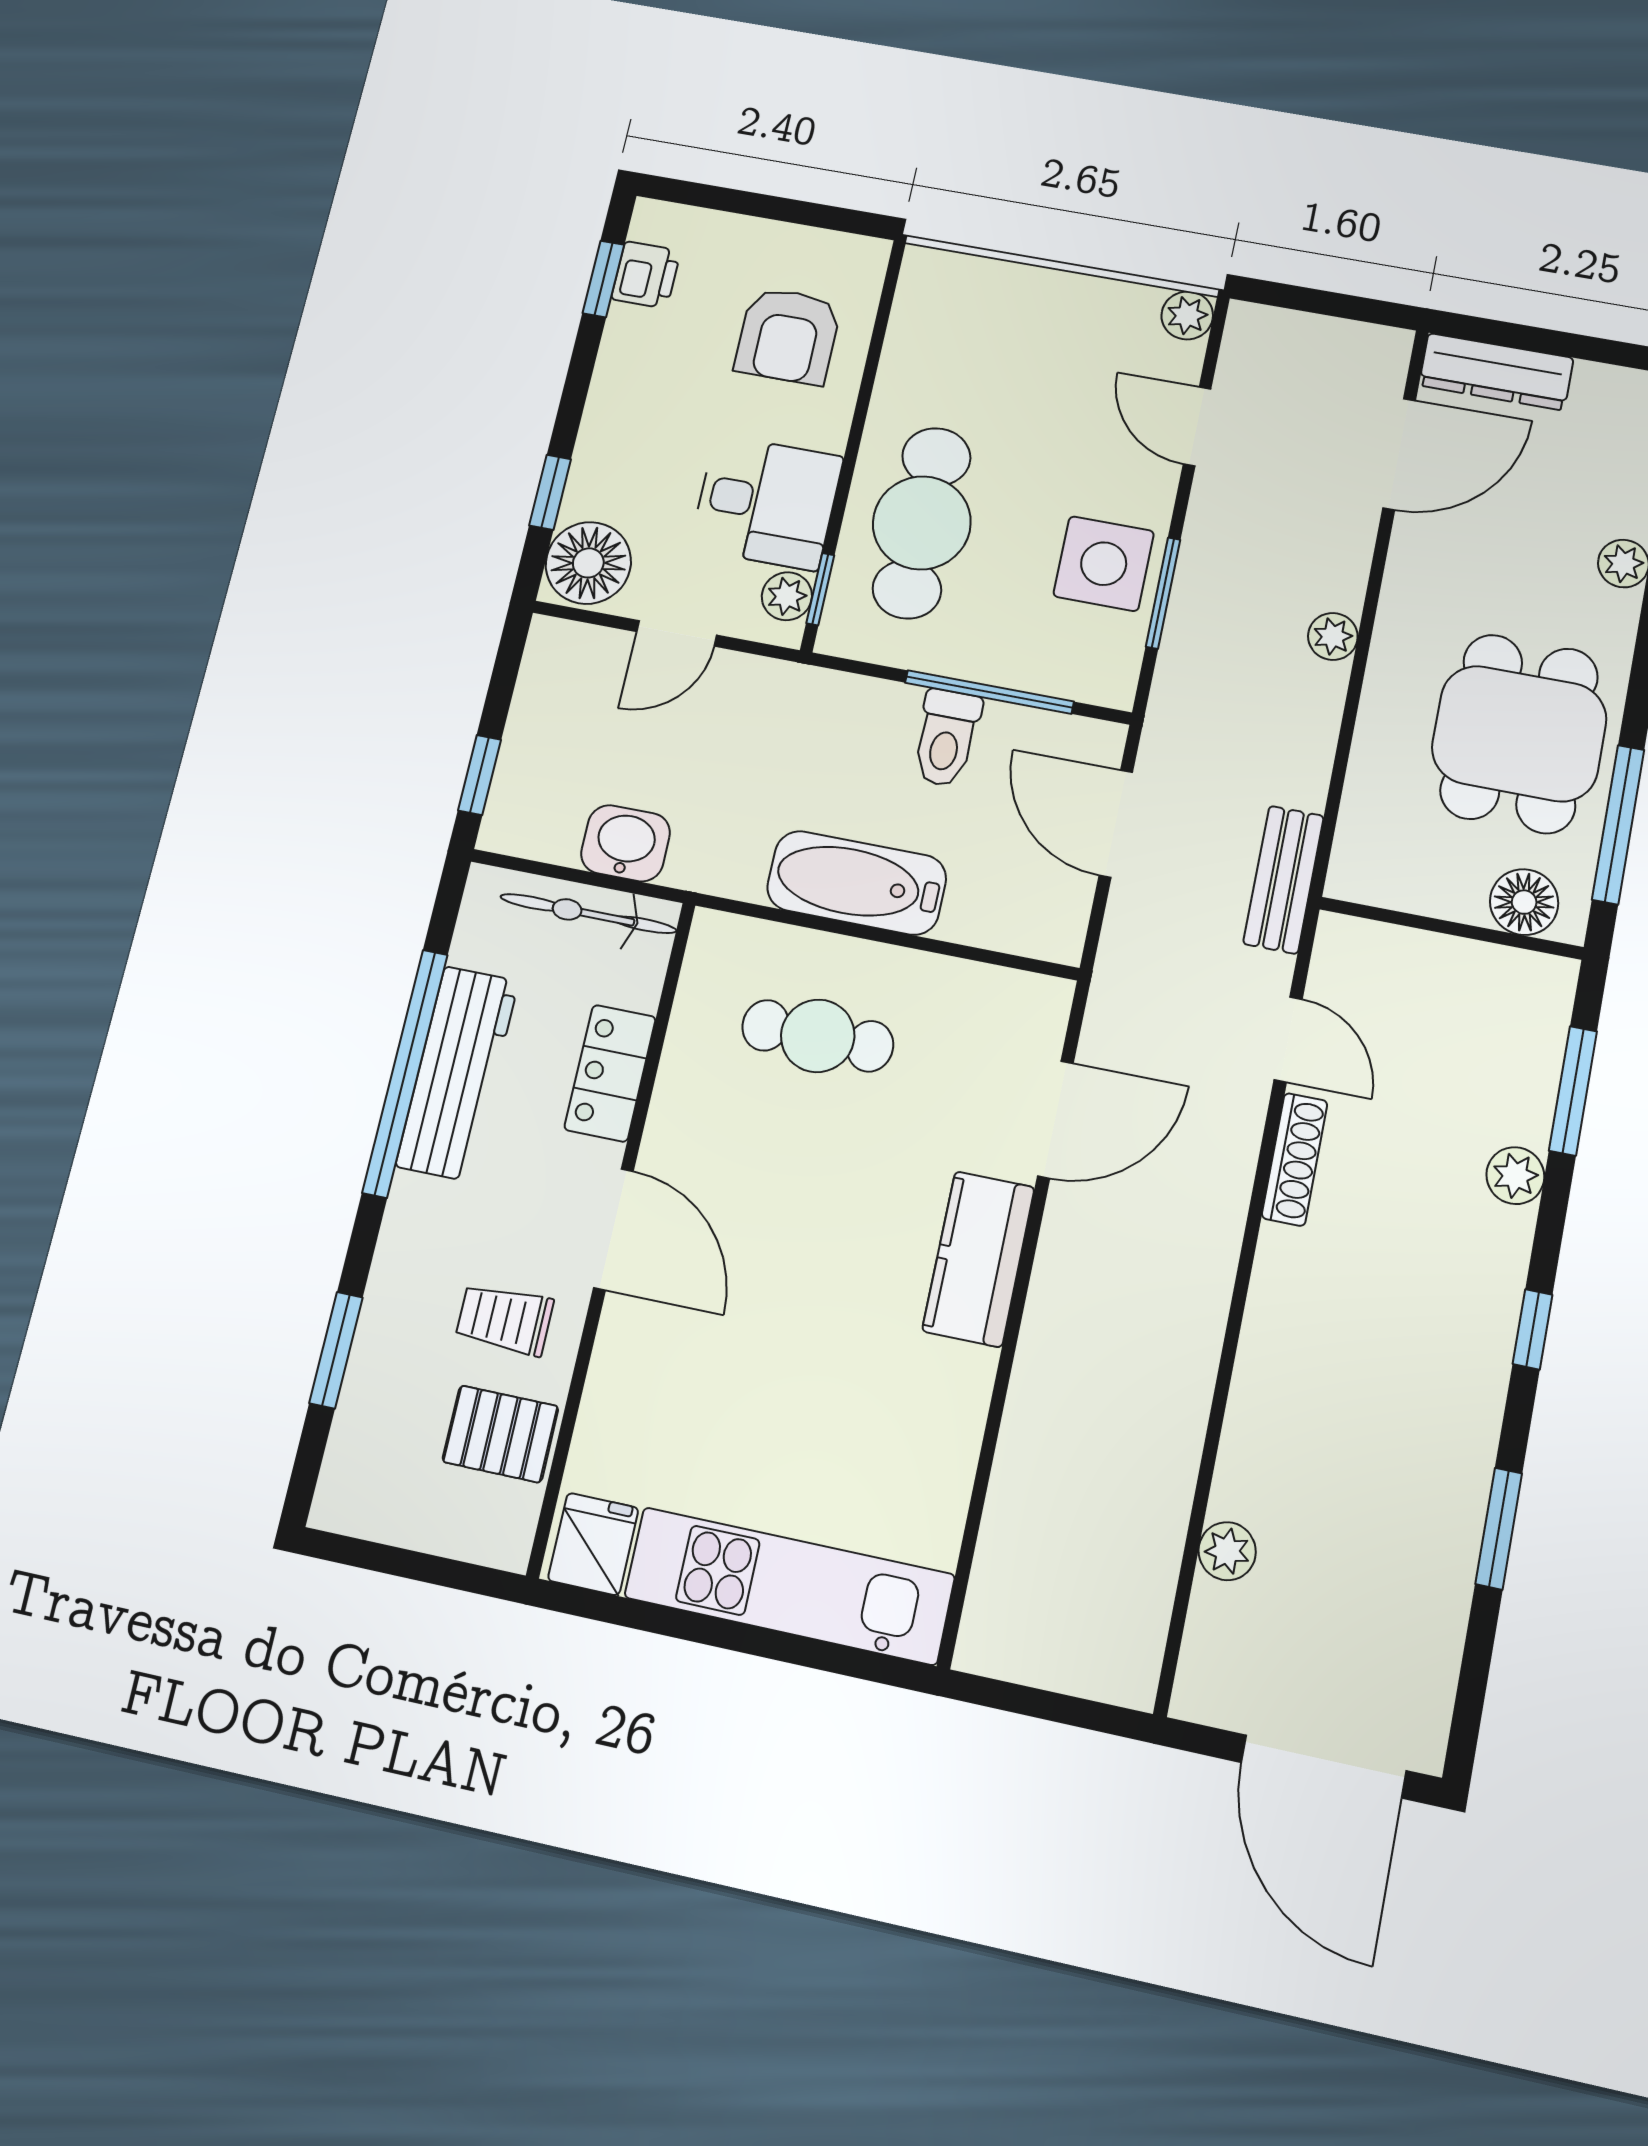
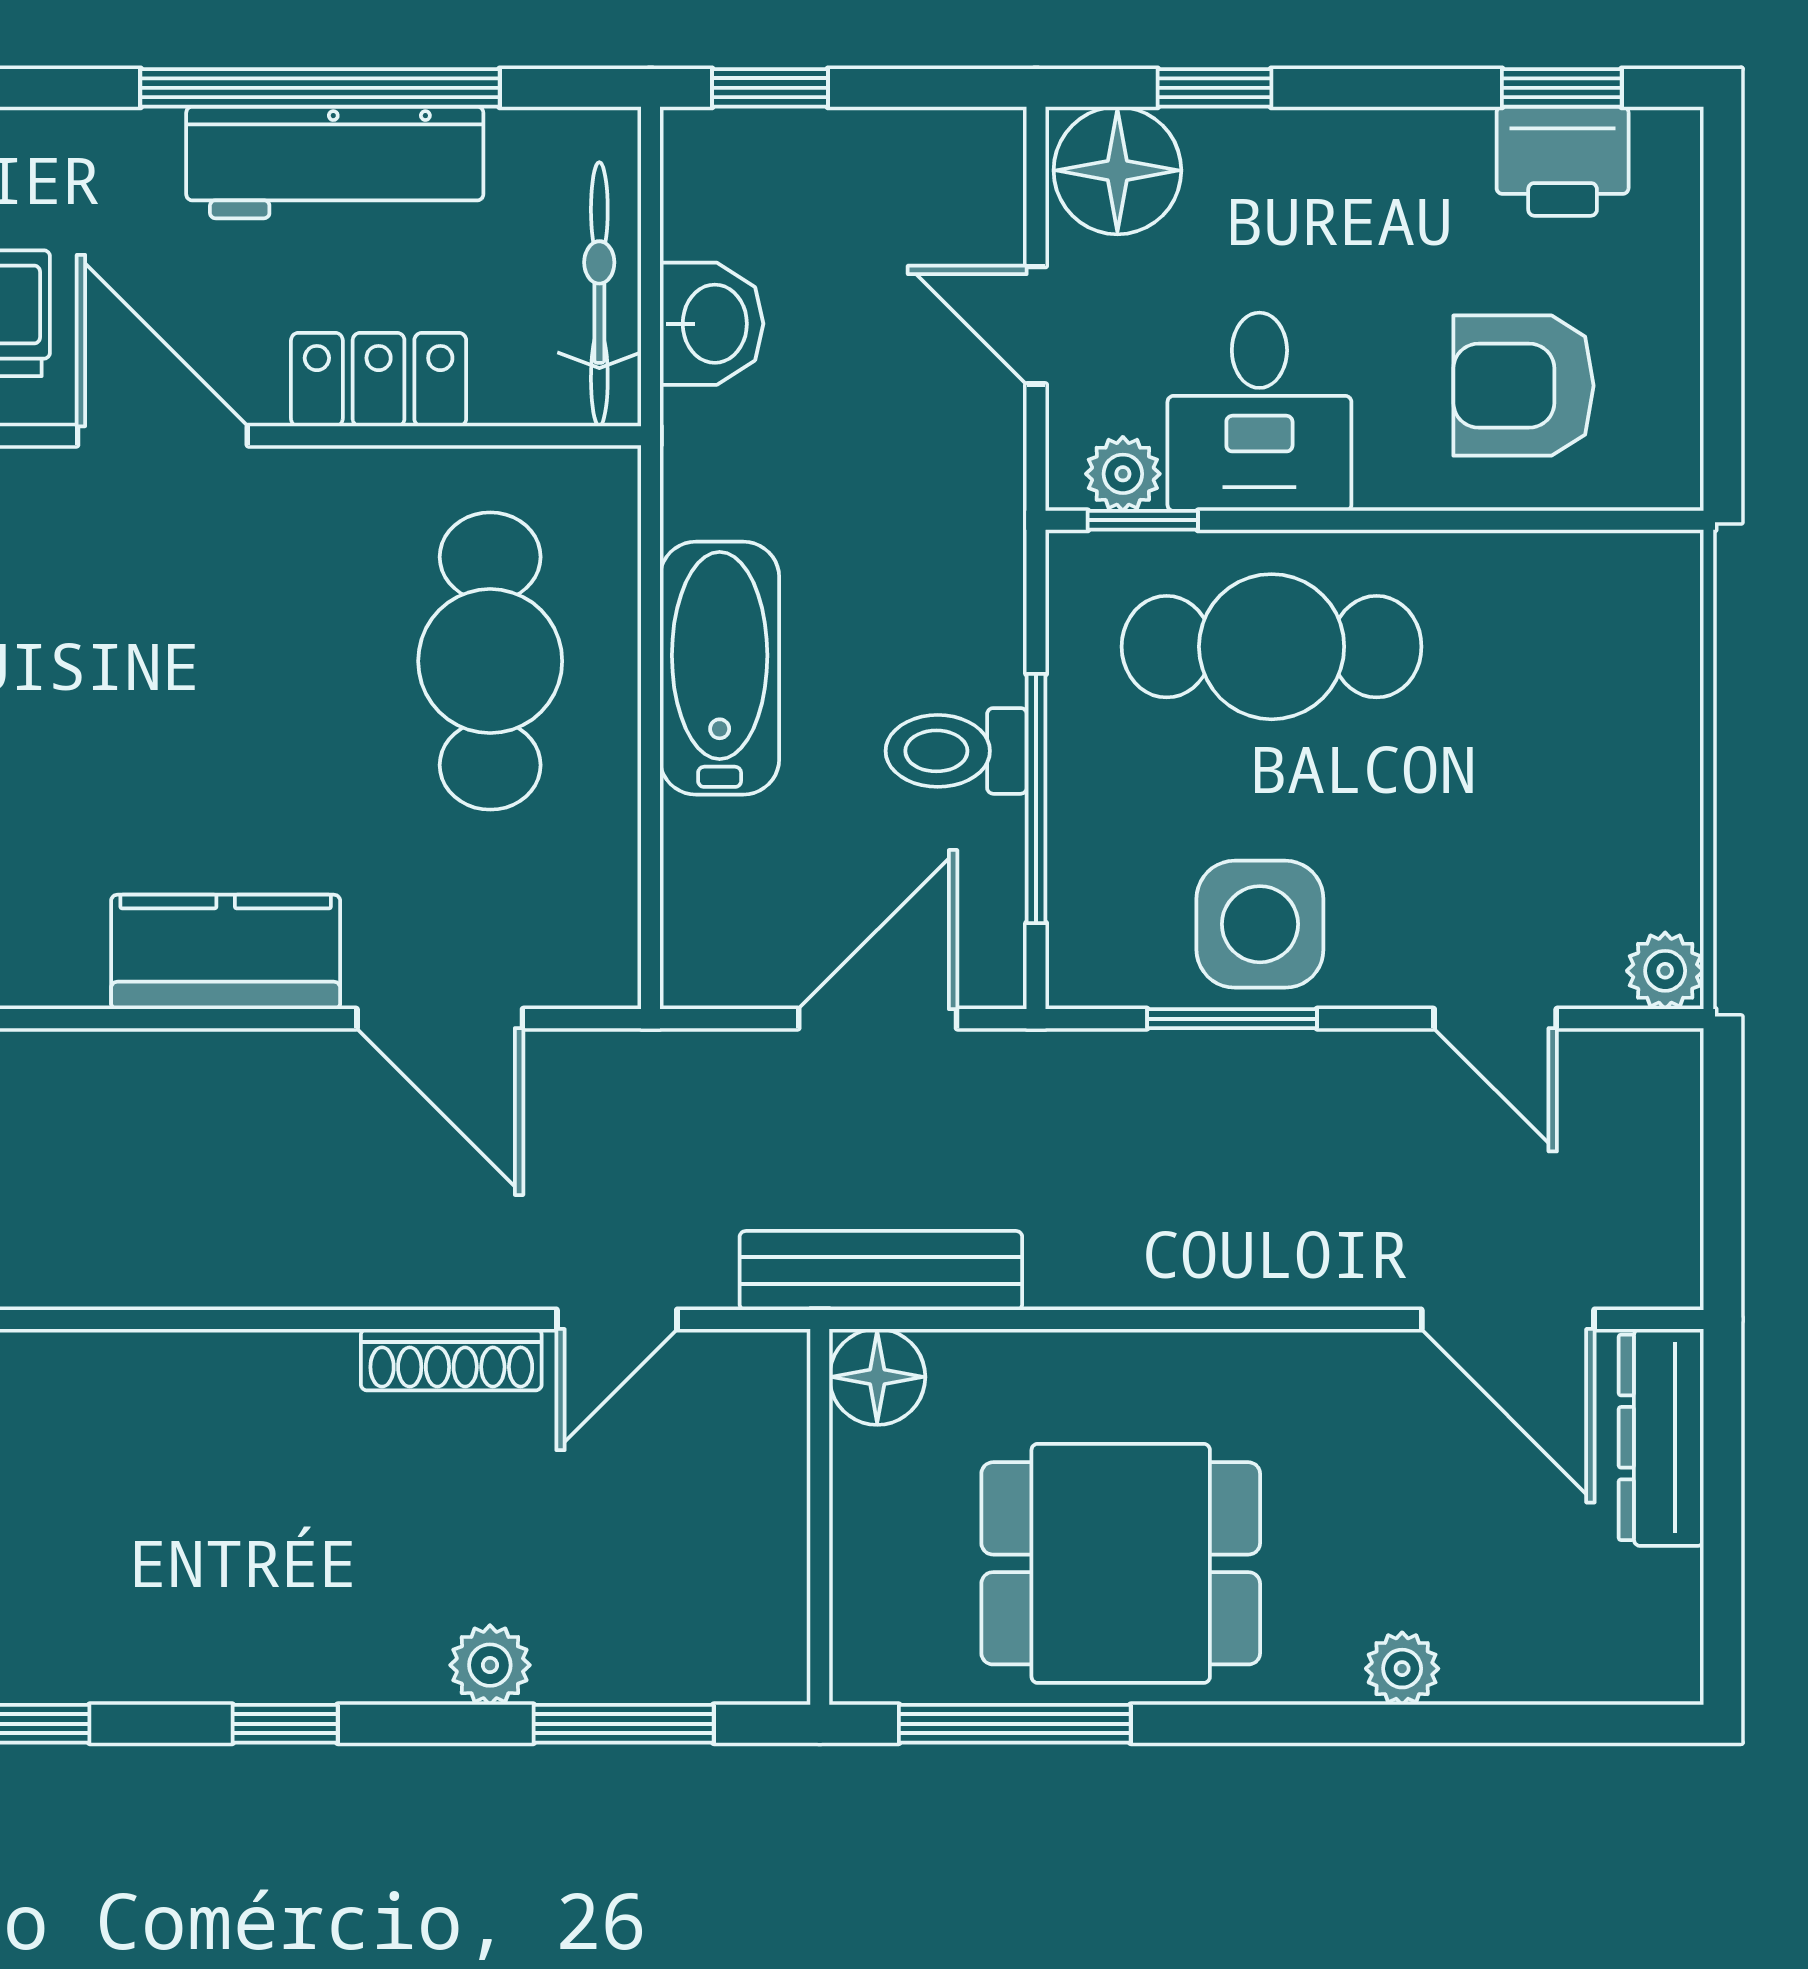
printer: (646, 275) -> (1563, 161), width x1.36, depth x1.24
door: (1197, 426) -> (1495, 1019), swing flipped
plant: (1333, 636) -> (1214, 1274), removed
bench: (1283, 880) -> (881, 1271), width x1.36
floor lamp: (1524, 902) -> (877, 1377), moved
cafe table: (818, 1036) -> (490, 661), width x1.37, depth x1.35
door: (613, 1229) -> (162, 436), swing flipped

